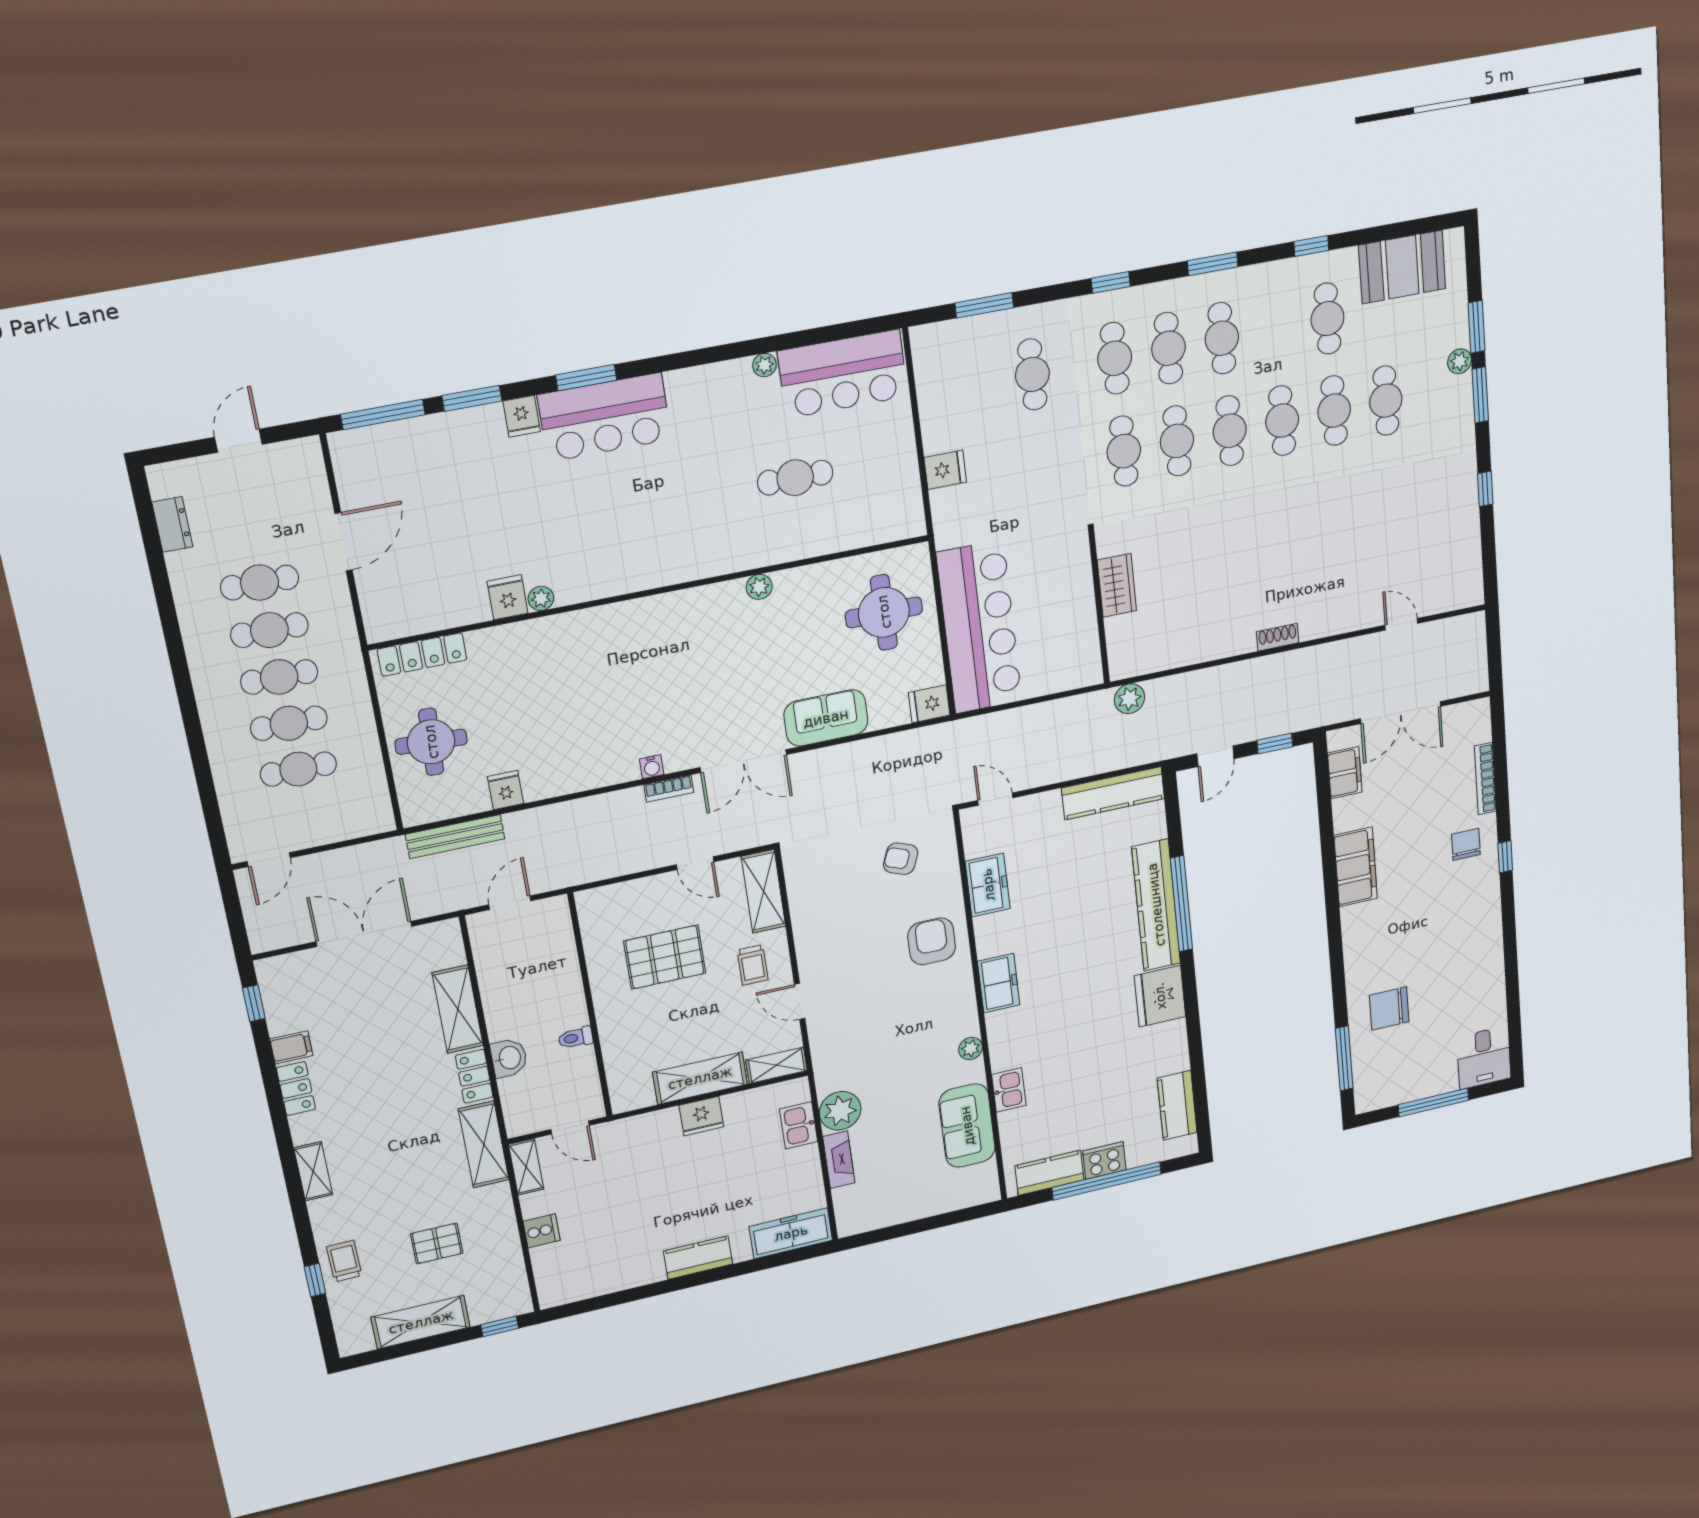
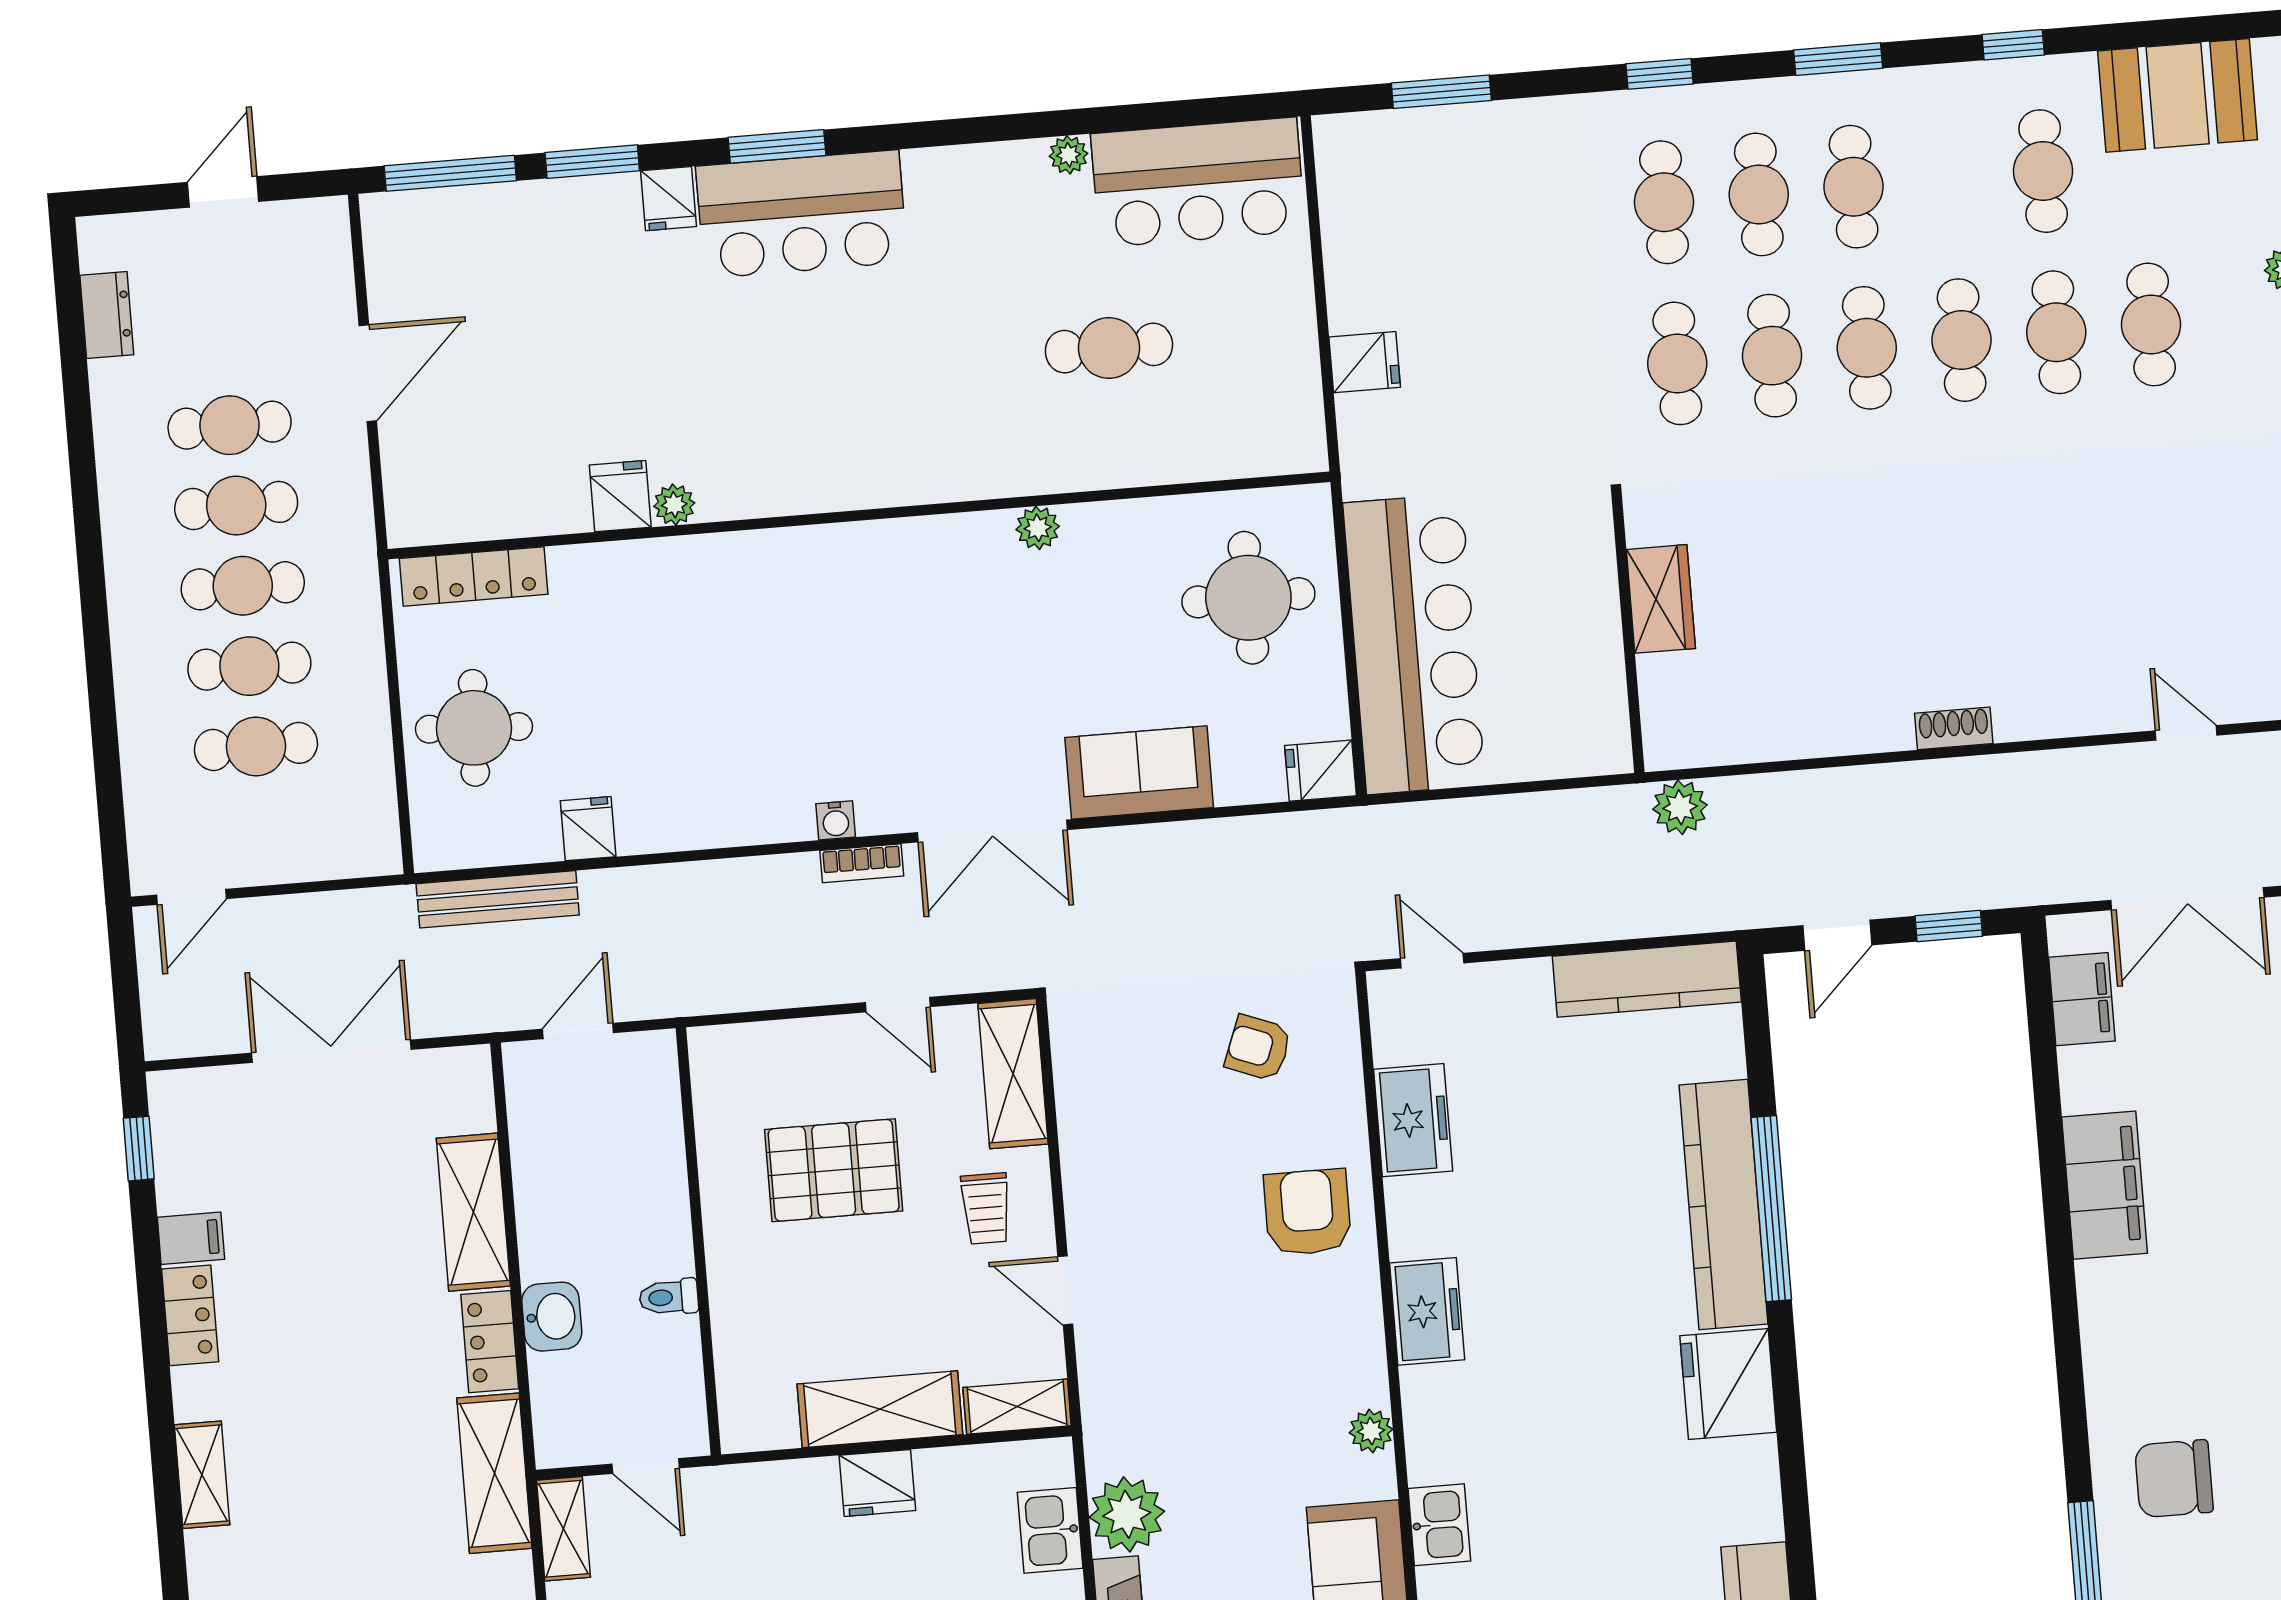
cafe table: (1032, 374) -> (1520, 216), removed

